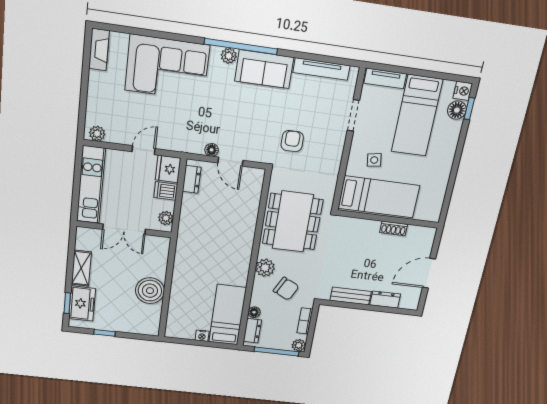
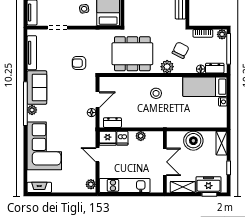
double door: (124, 229) -> (165, 162), moved
wall: (124, 229) -> (165, 162), moved
stool: (228, 248) -> (156, 93), added
shelving: (142, 328) -> (222, 143), added

